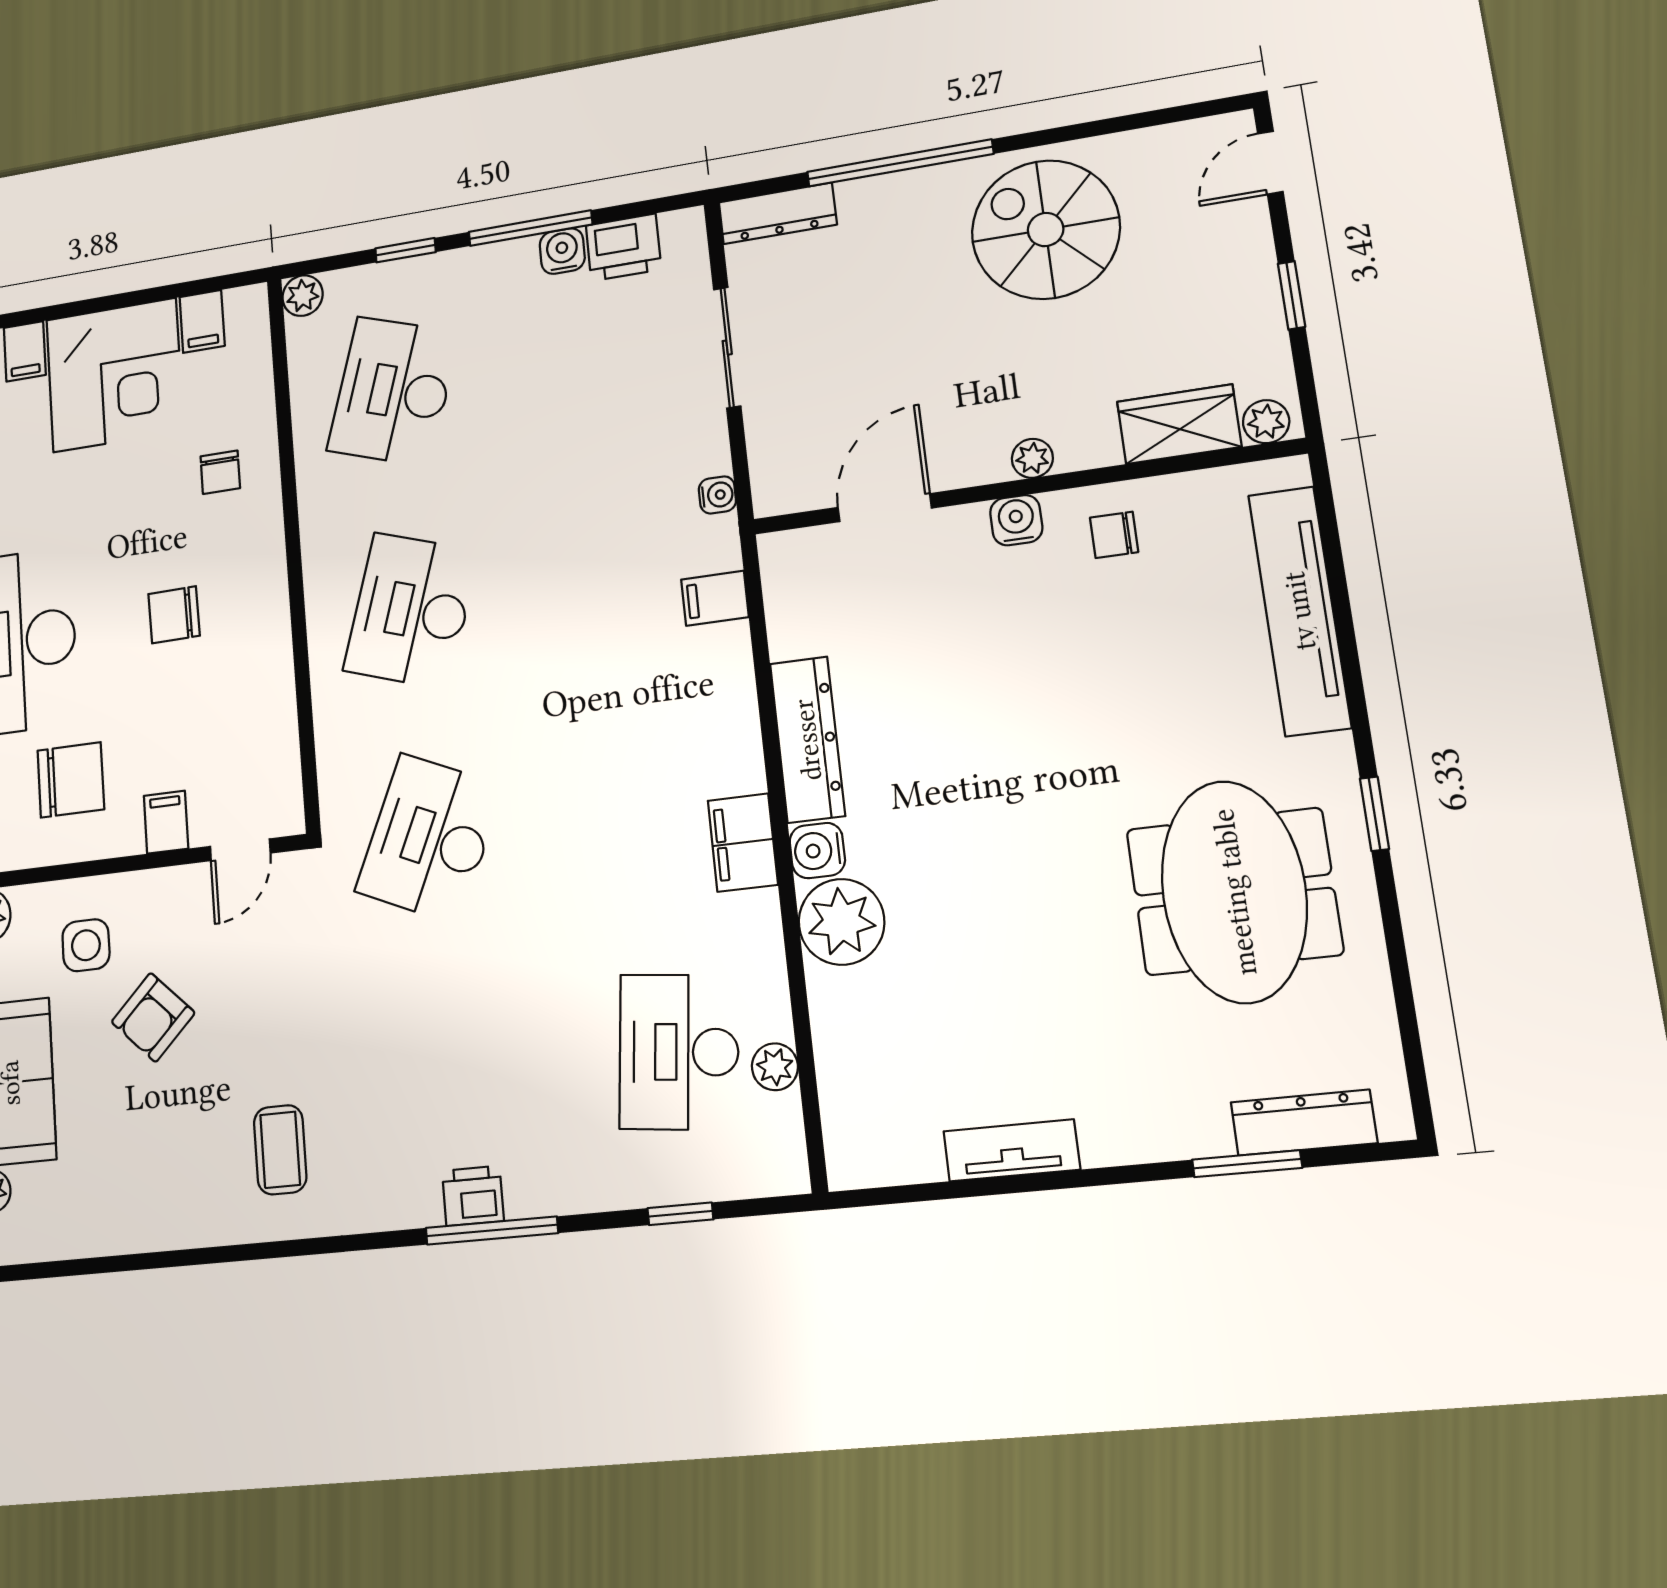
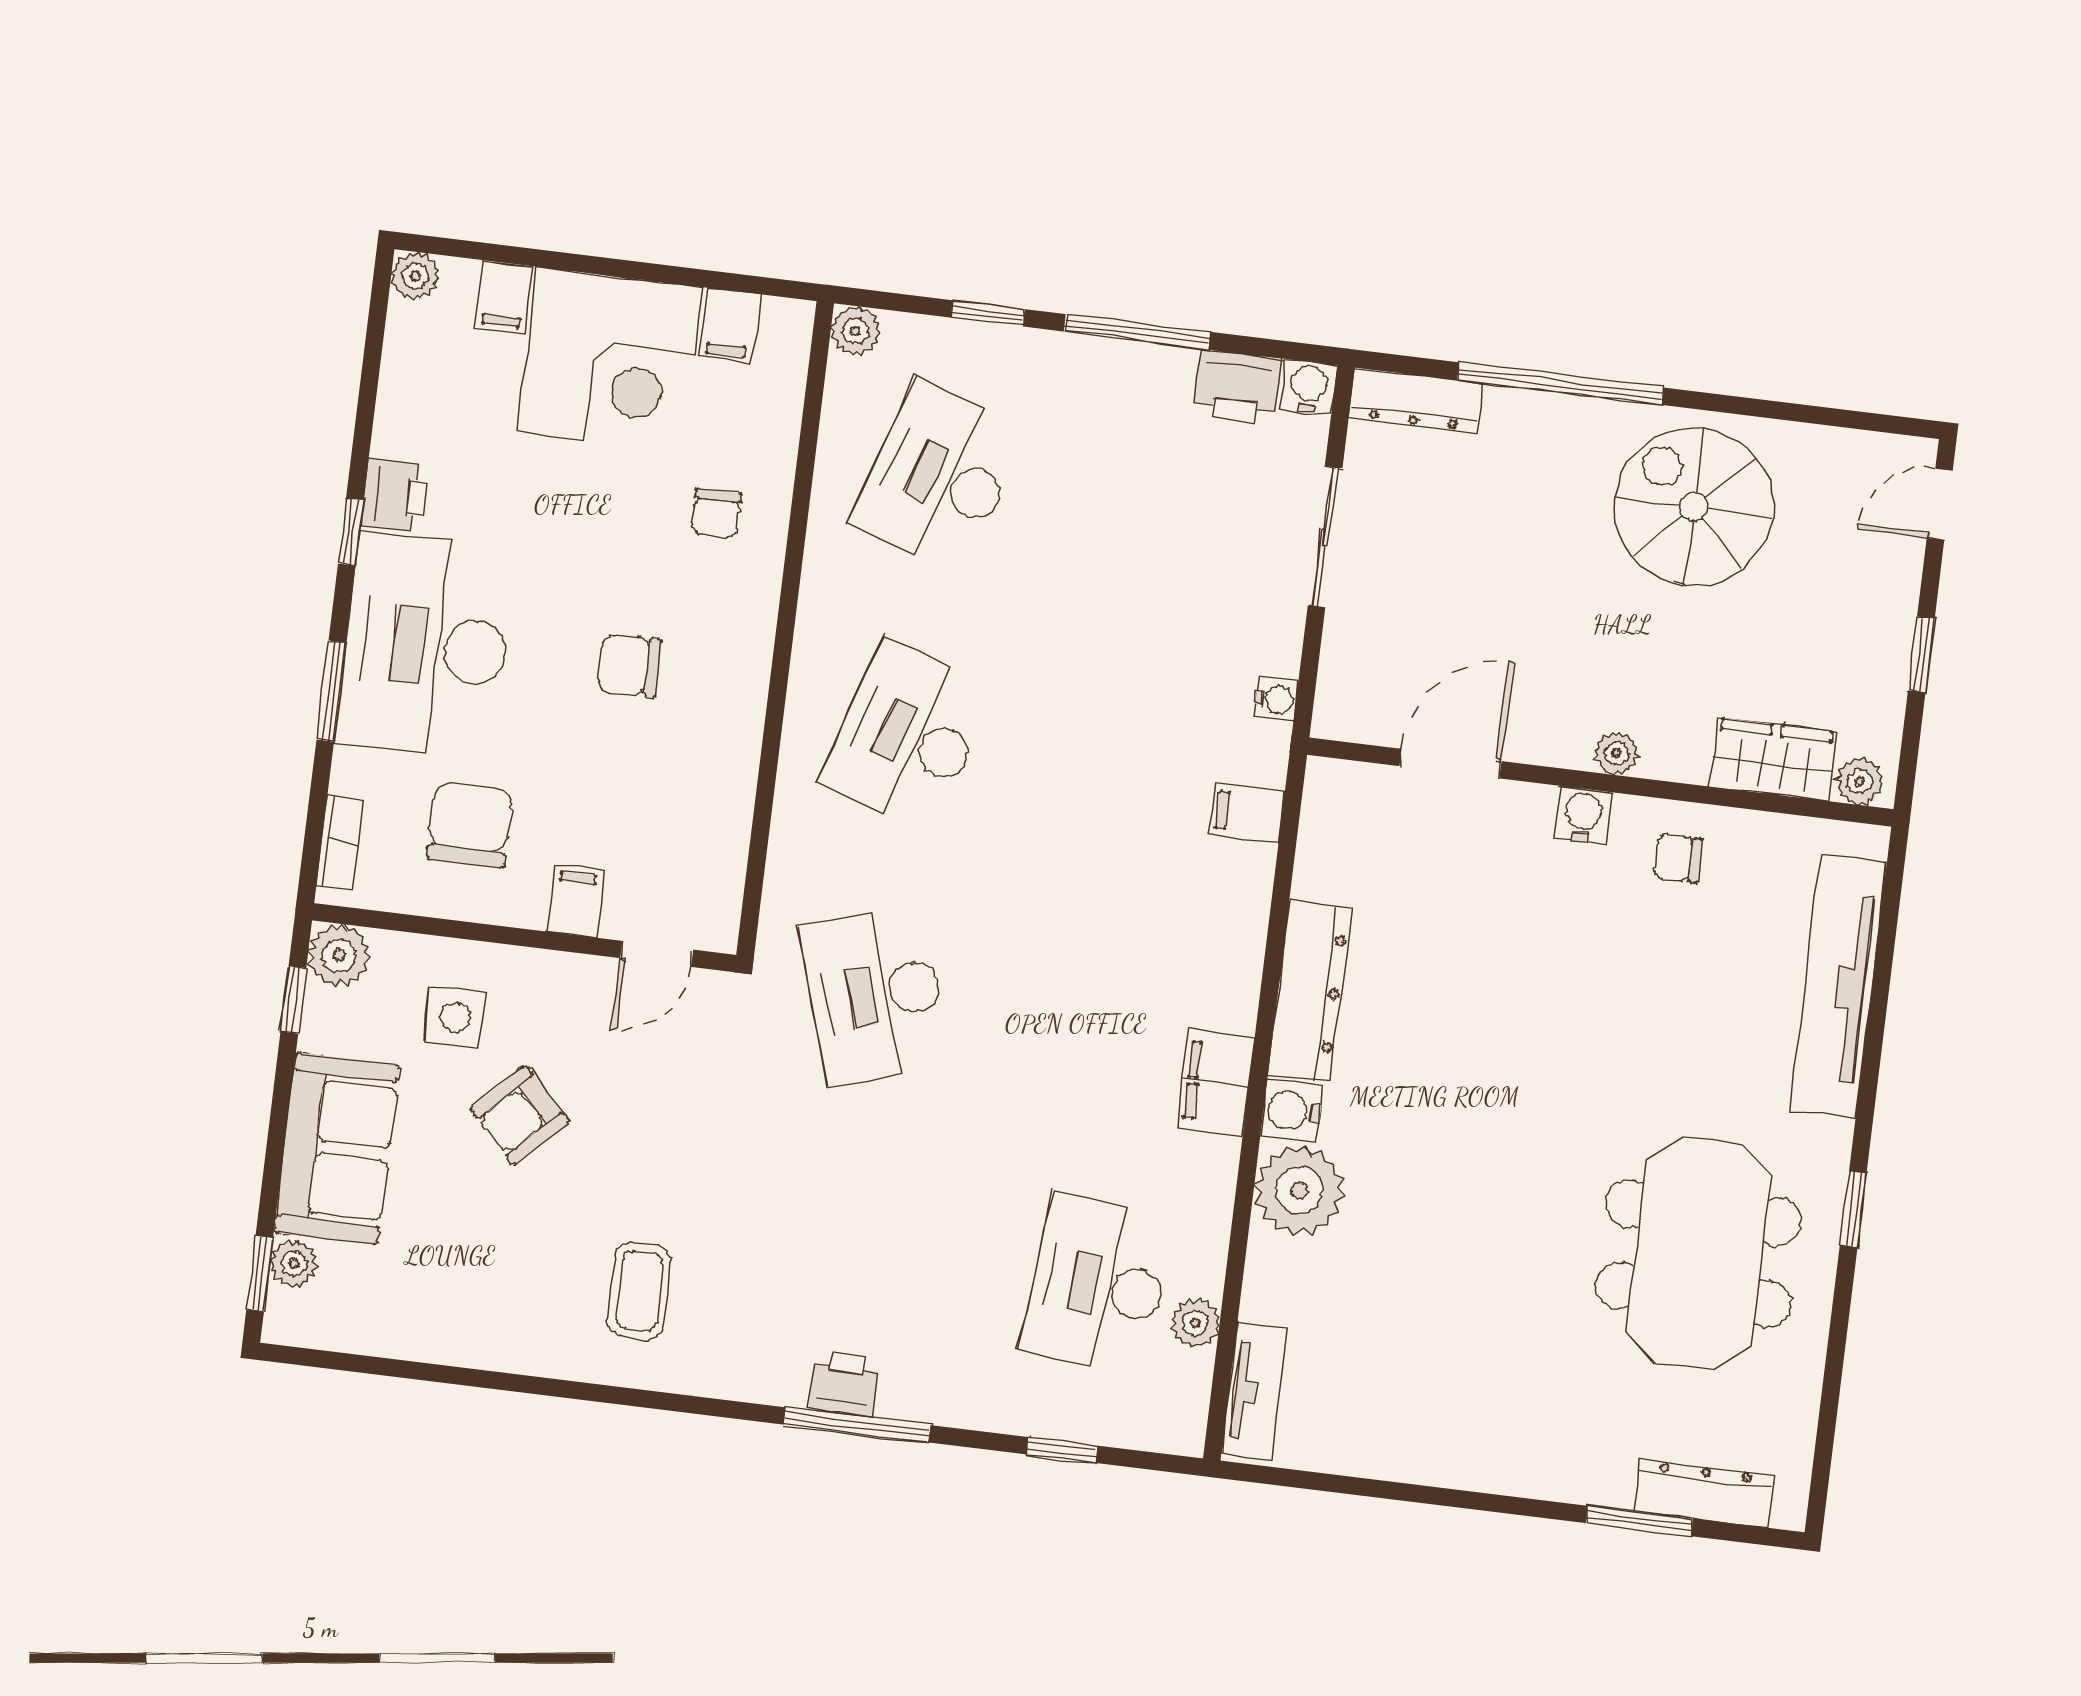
water cooler: (562, 251) -> (1309, 387), moved
chair: (71, 780) -> (470, 825), turned -90
desk: (429, 839) -> (876, 995), turned -42
tv unit: (1012, 1150) -> (1254, 1392), moved, turned 90

